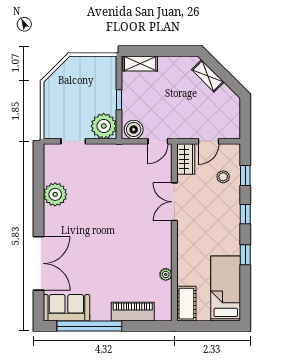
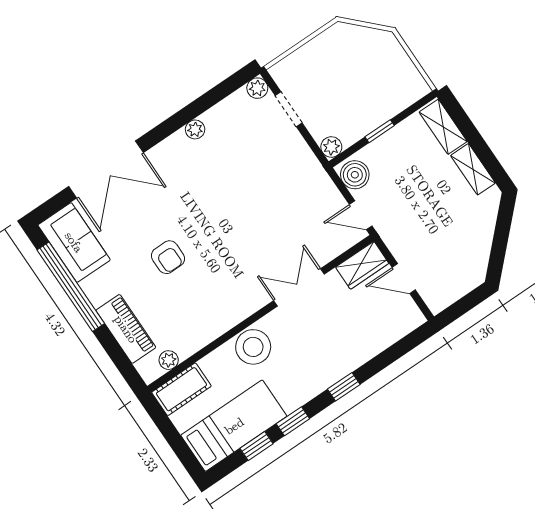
shelving: (208, 76) -> (473, 169), moved, turned -45
plant: (104, 126) -> (331, 147), width x0.53, depth x0.53
plant: (50, 151) -> (257, 88), added
window: (245, 175) -> (257, 446), moved
stool: (223, 177) -> (253, 347), moved, width x1.89, depth x1.89
plant: (55, 194) -> (195, 129), width x0.53, depth x0.53
armchair: (109, 262) -> (168, 257), added
plant: (166, 274) -> (169, 360), moved

